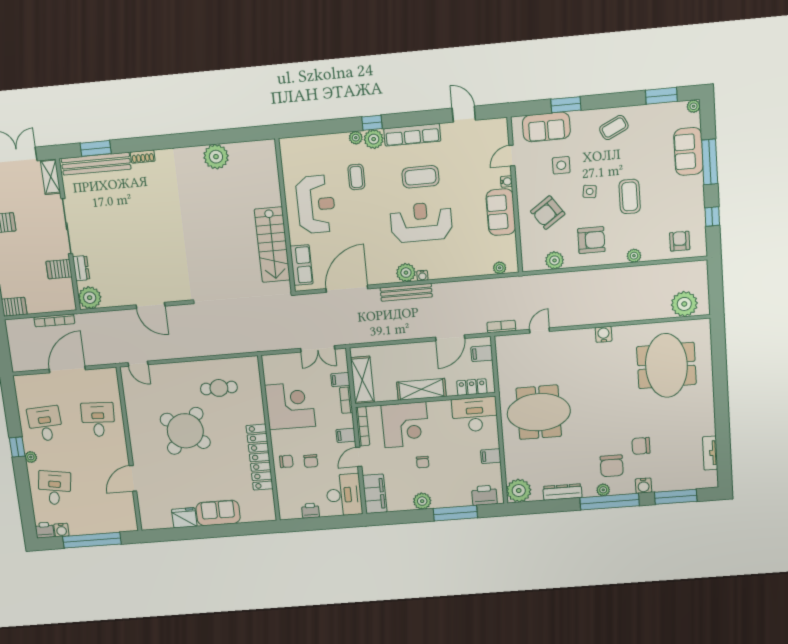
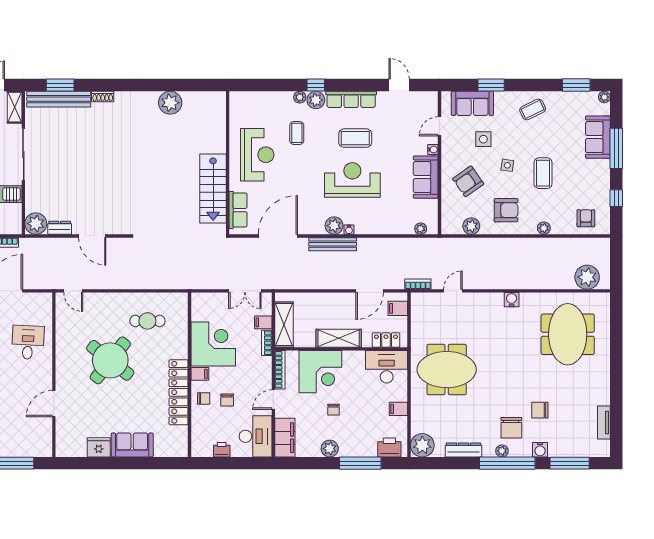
dresser: (81, 268) -> (60, 228), moved, turned -90
filing cabinet: (346, 435) -> (200, 374), moved, turned 180

